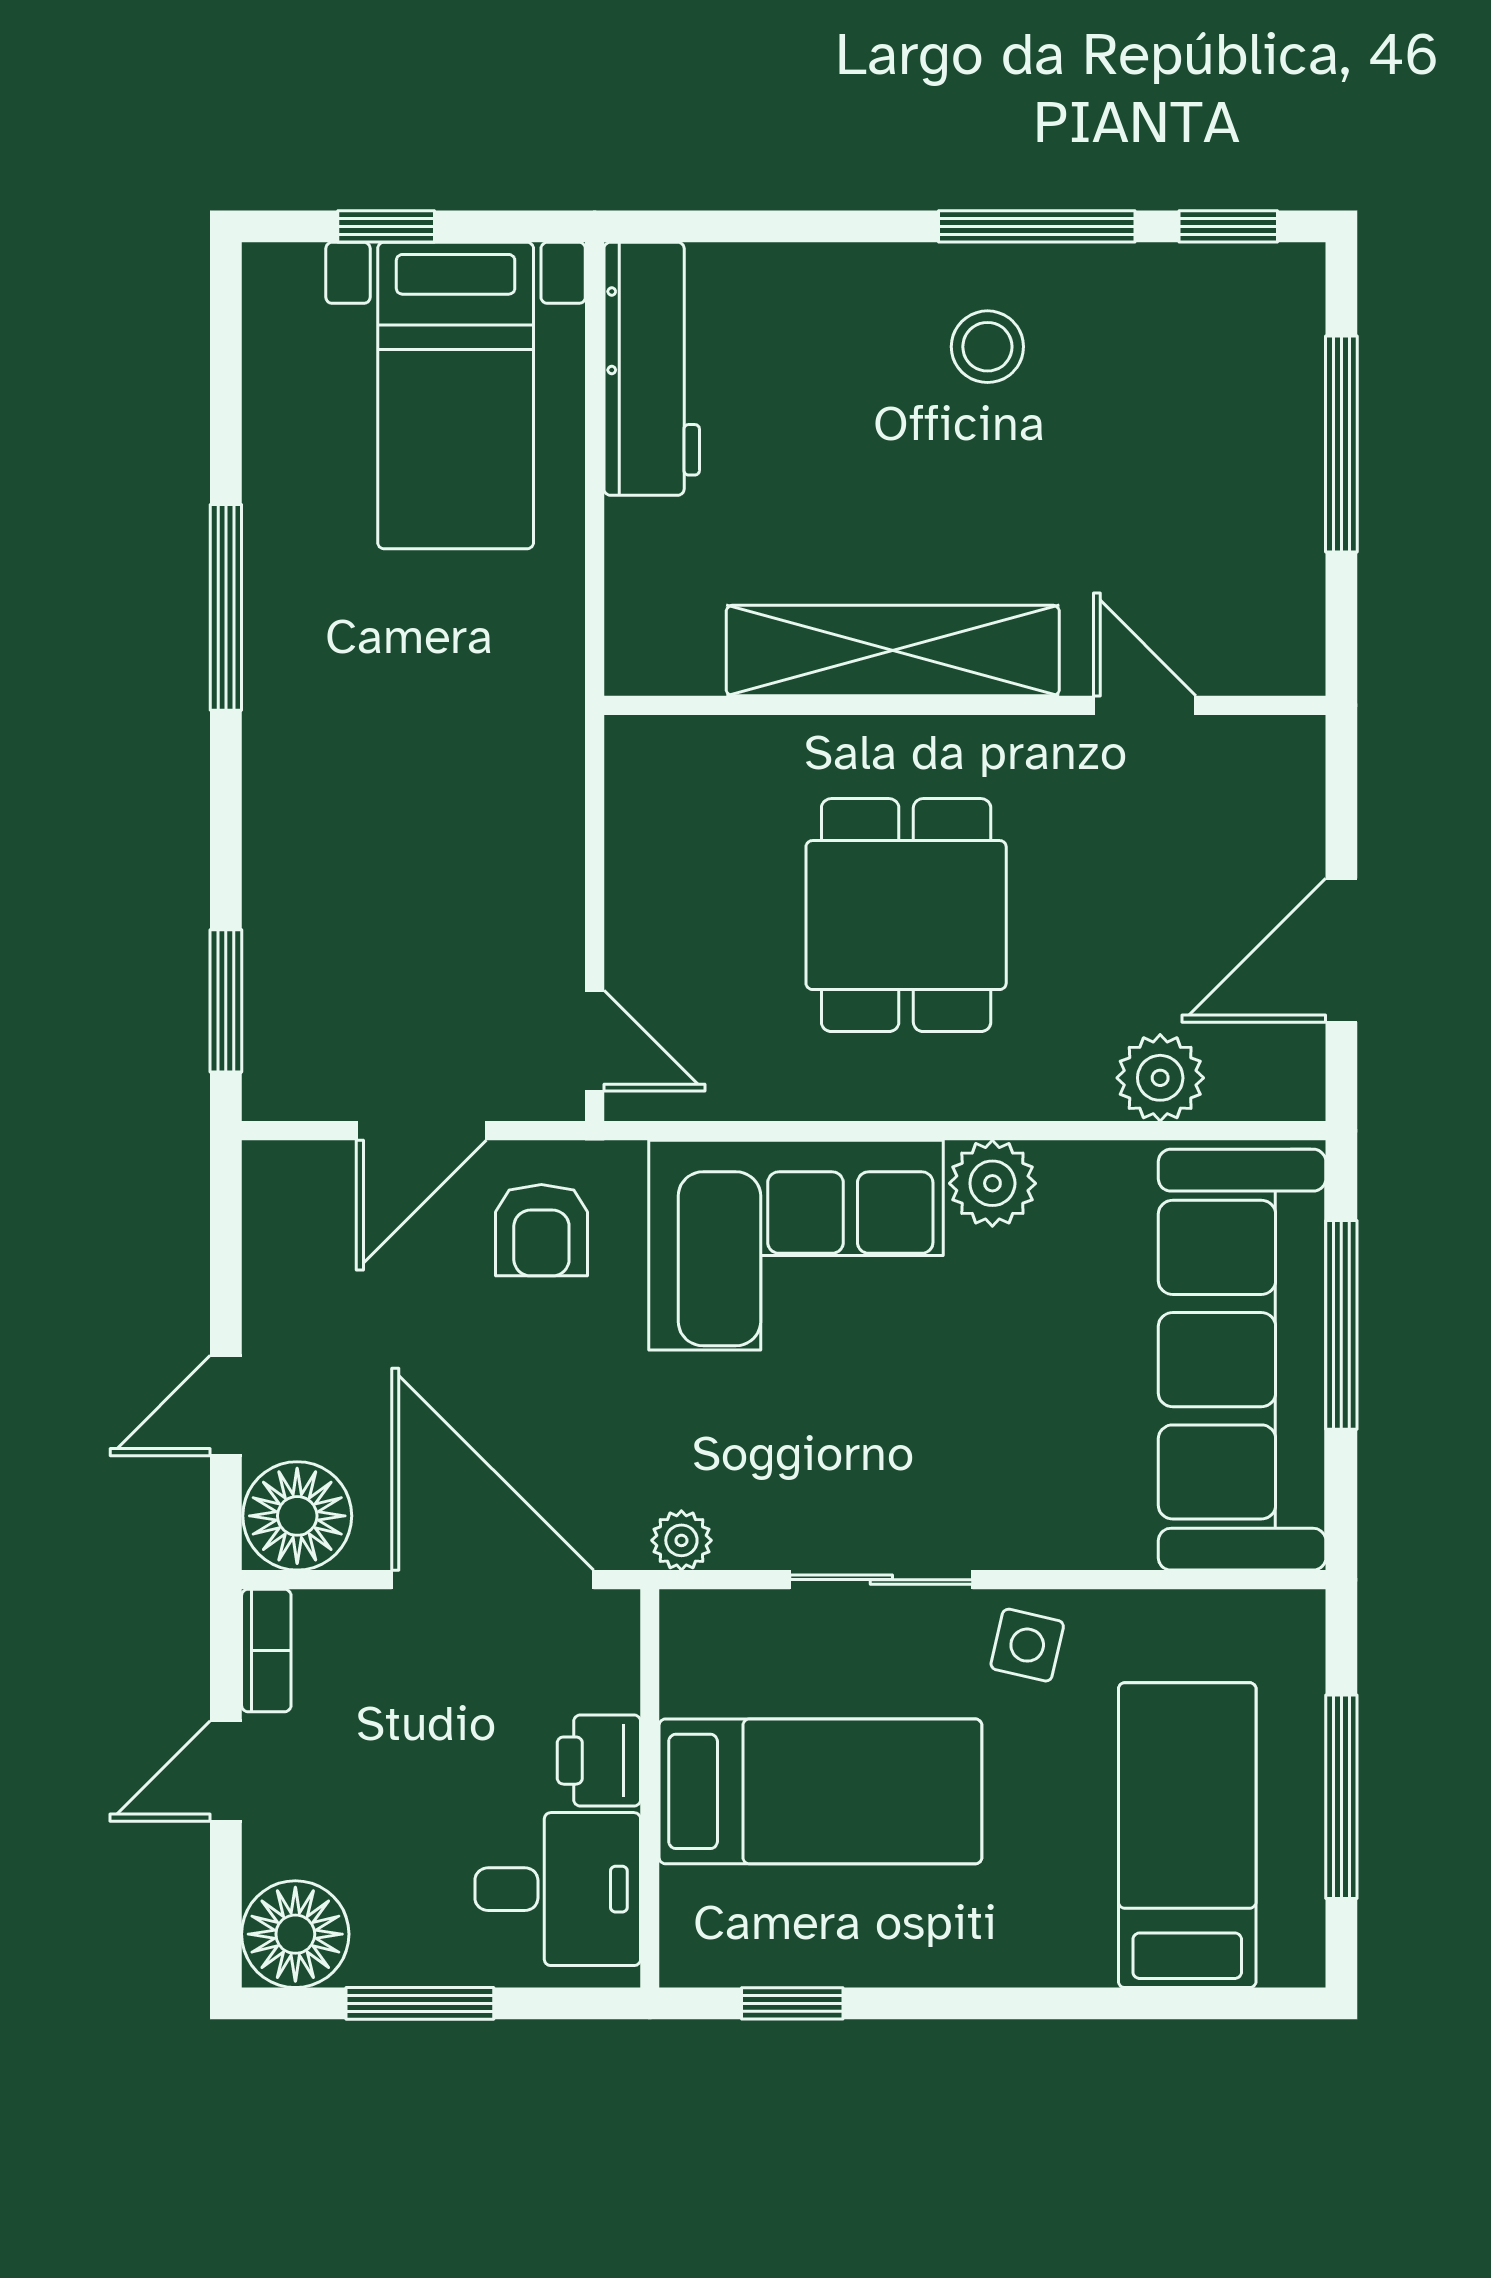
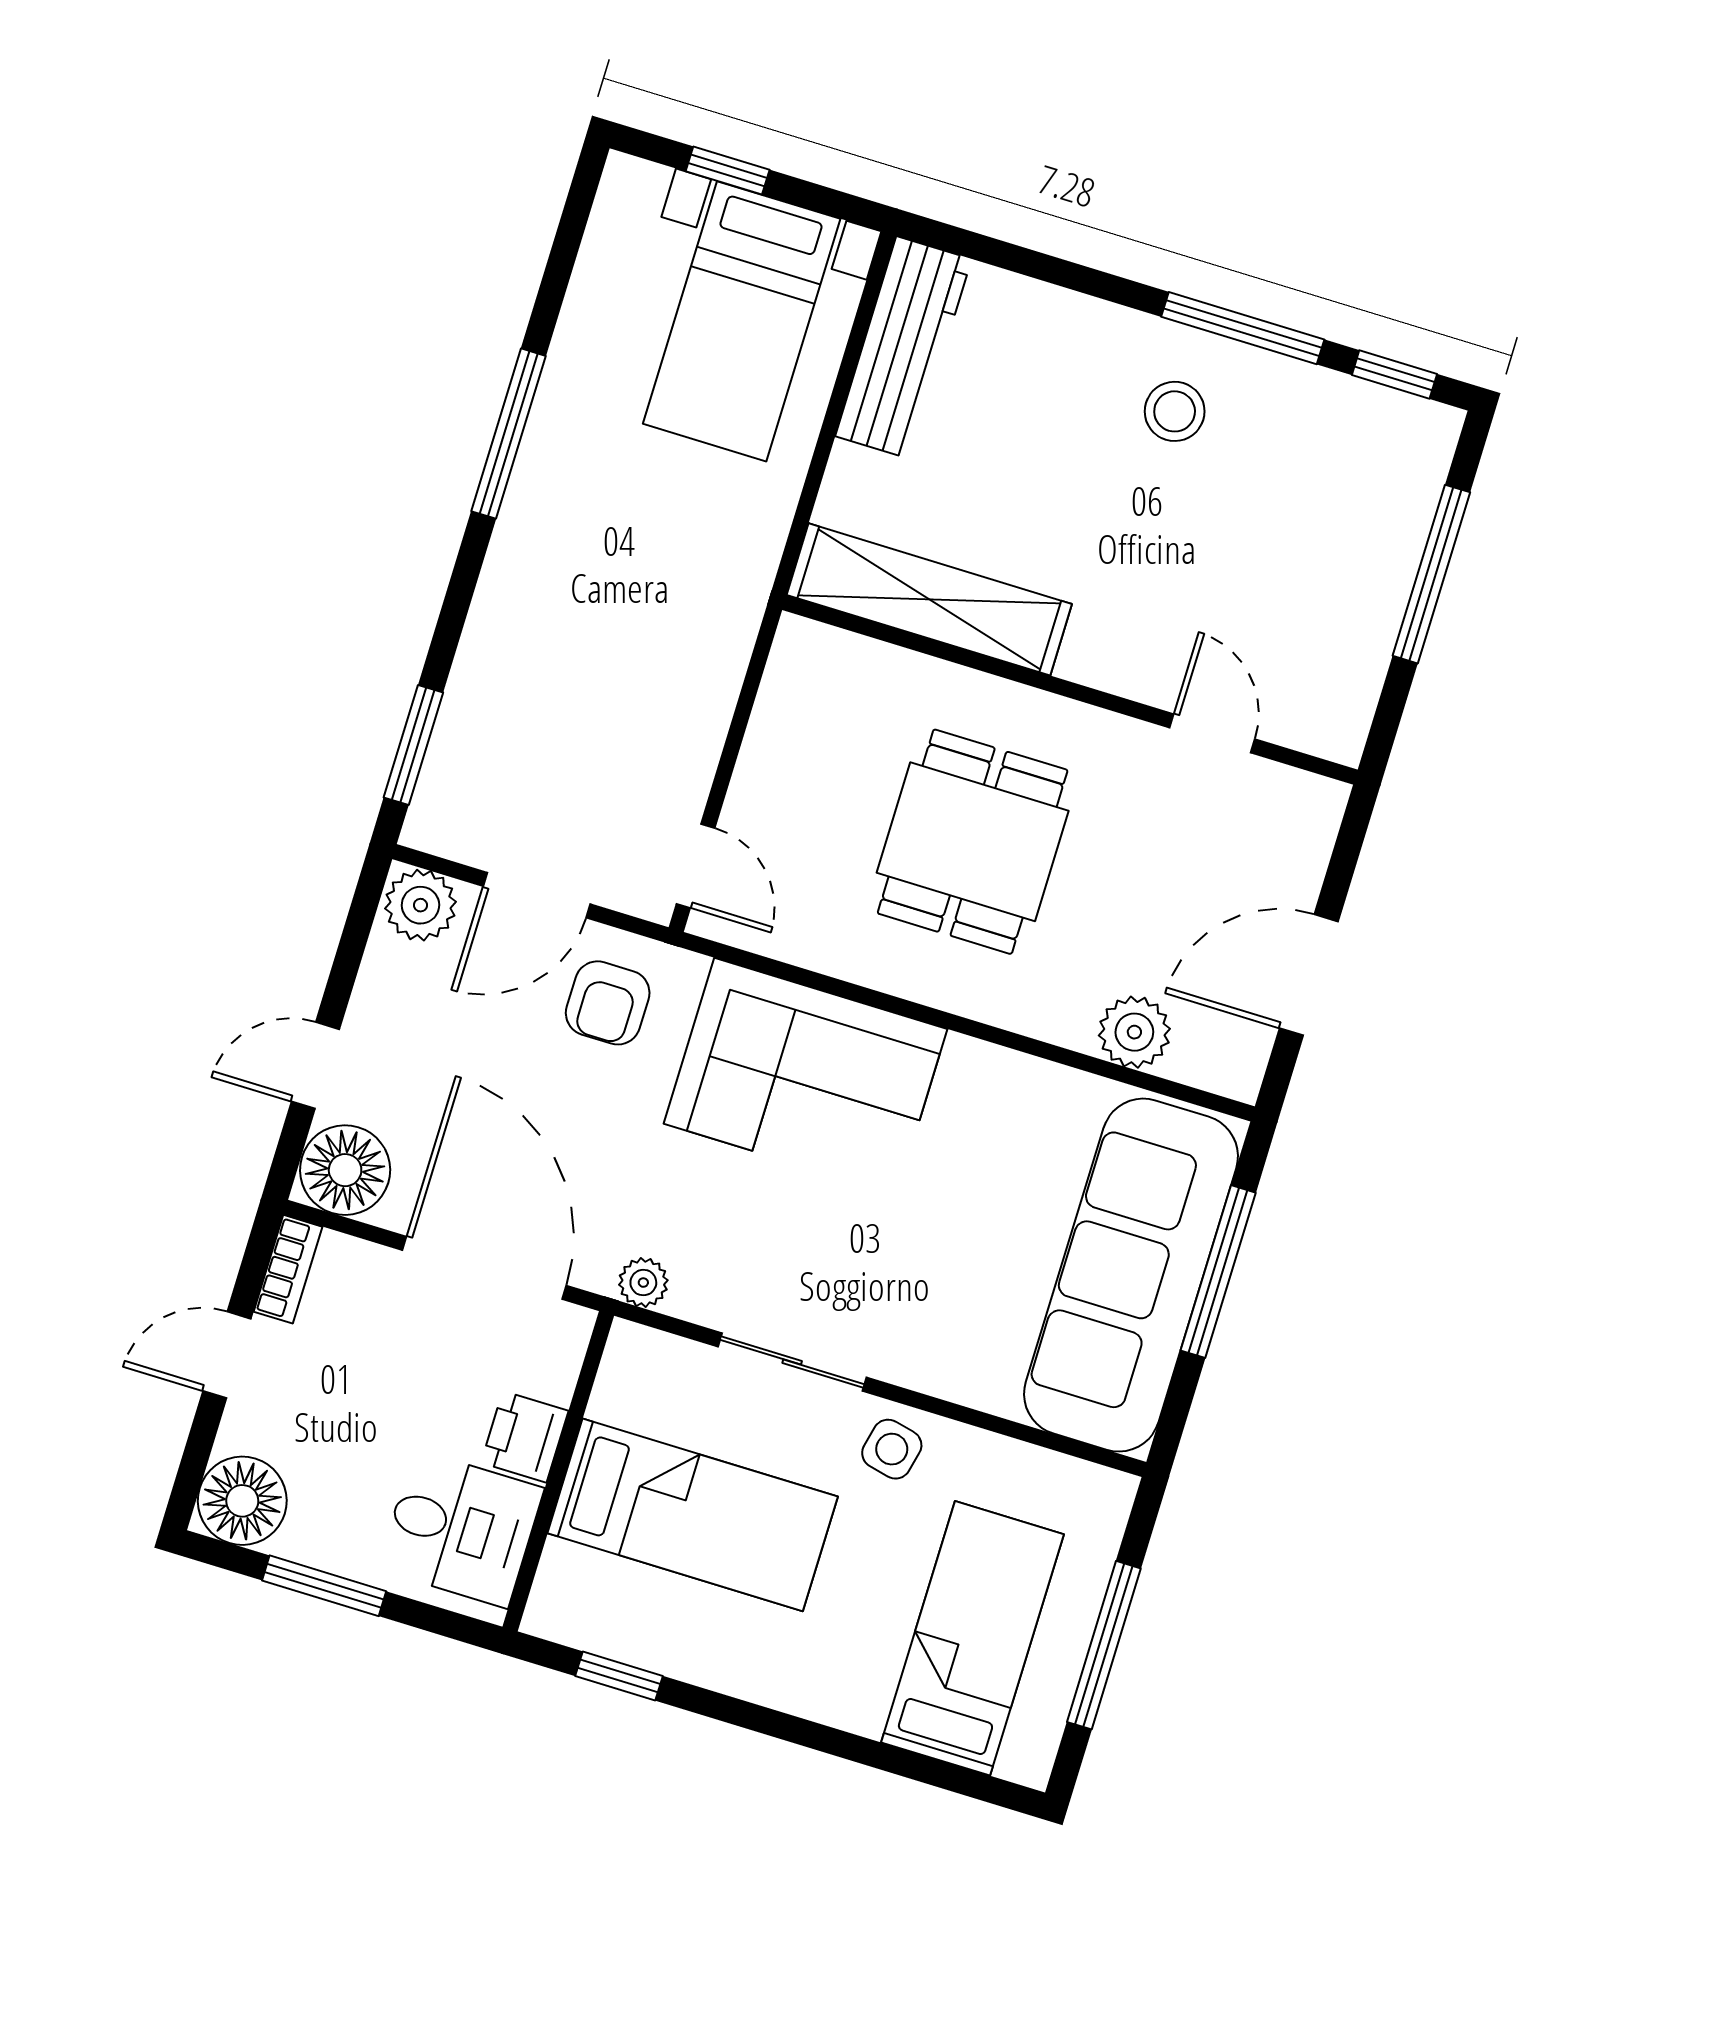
shelving: (893, 650) -> (929, 599), moved
plant: (992, 1183) -> (420, 905), moved

